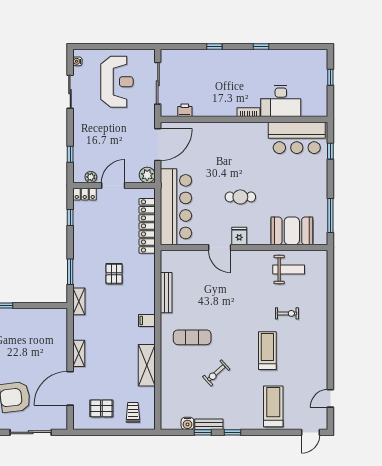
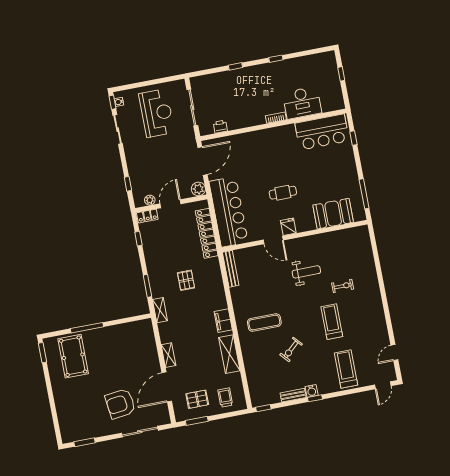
window: (70, 60) -> (112, 102), added
weight bench: (289, 270) -> (306, 272), moved
bench: (166, 293) -> (231, 269), moved
filing cabinet: (147, 320) -> (223, 321), width x2.00
water cooler: (187, 423) -> (312, 391), moved
window: (96, 432) -> (197, 421), added
window: (203, 432) -> (263, 408), moved

